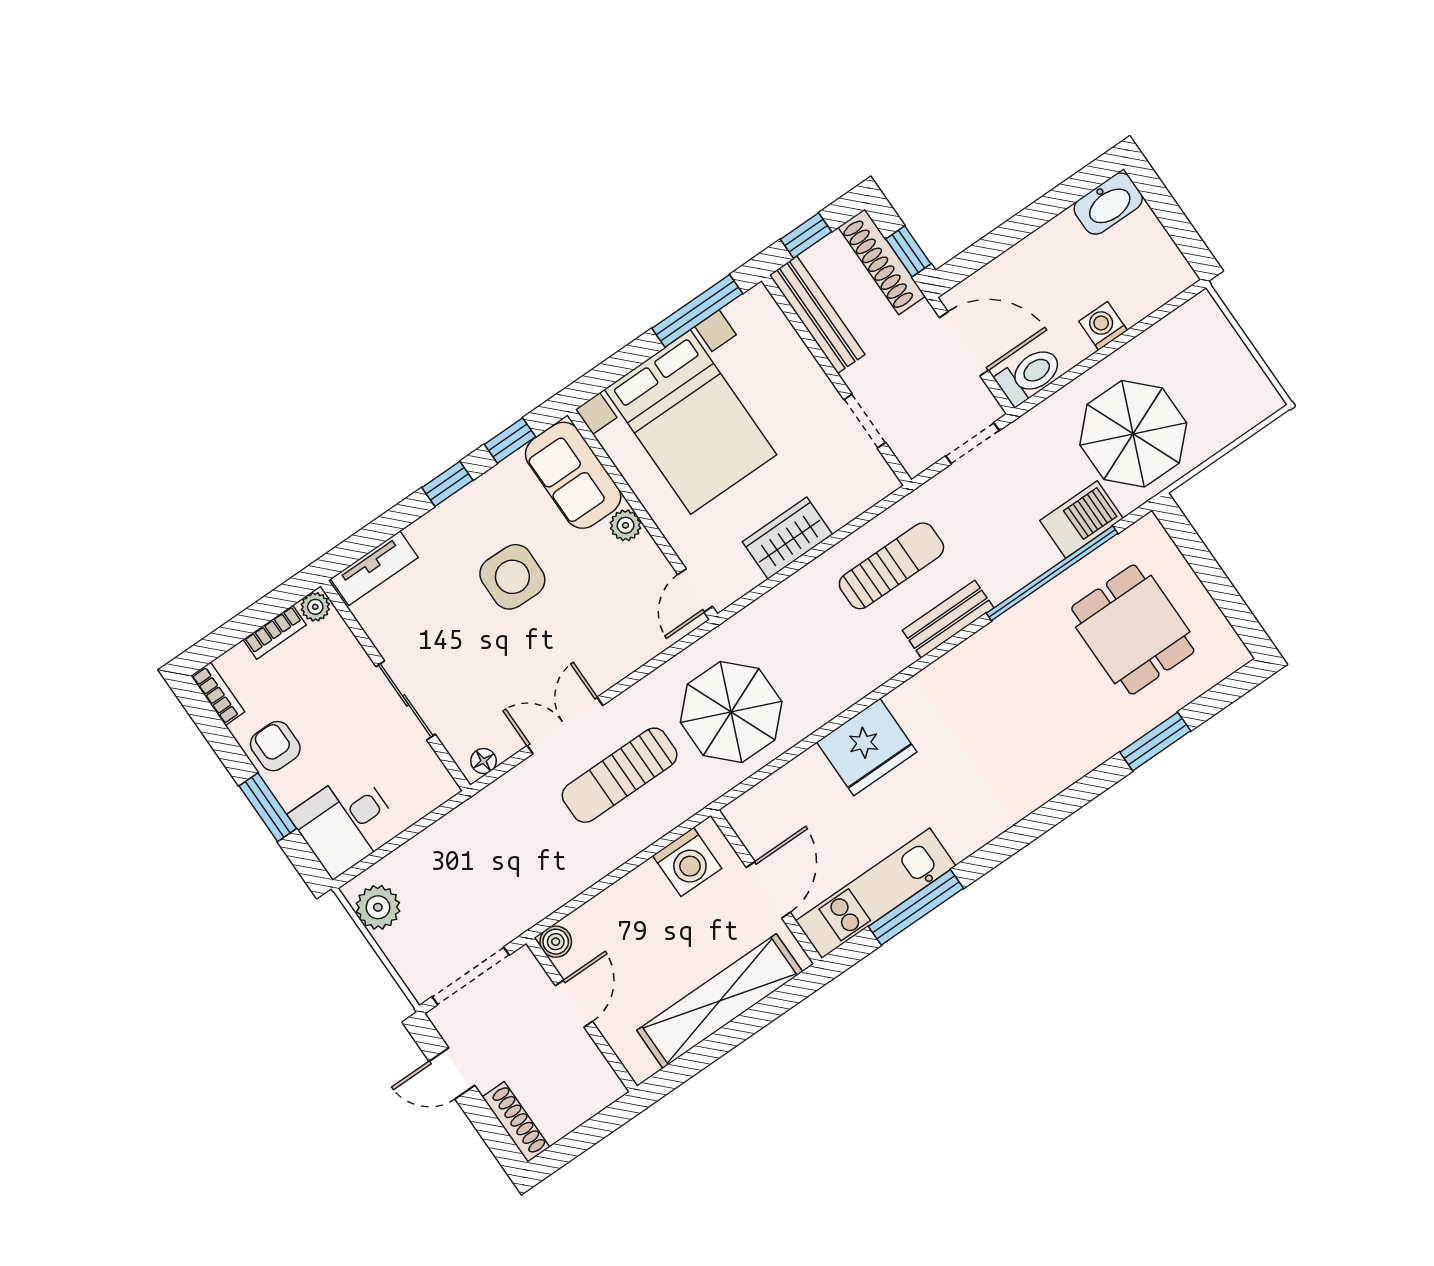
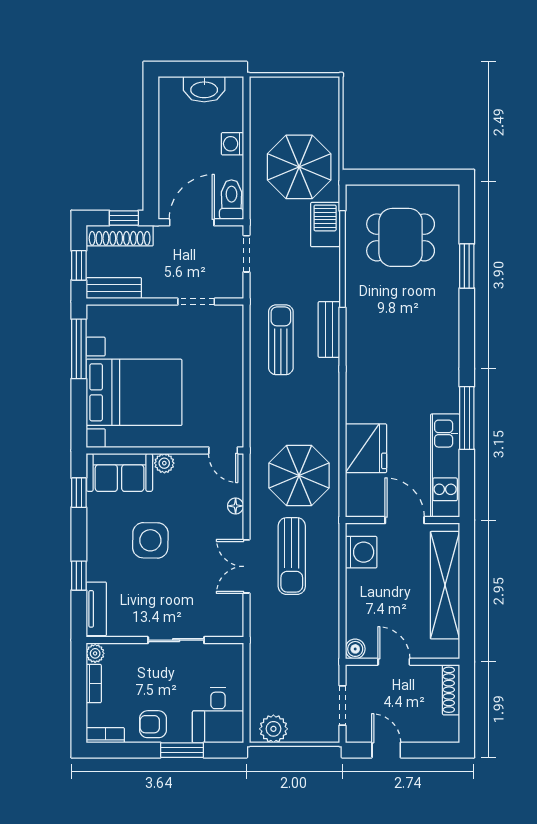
washbasin: (1108, 204) -> (204, 89), moved, turned 90
bench: (817, 315) -> (114, 288), width x0.73
window: (447, 484) -> (79, 576), moved
wardrobe: (787, 538) -> (229, 384), removed
fridge: (867, 747) -> (366, 448), moved
floor lamp: (484, 761) -> (236, 506), moved
window: (916, 907) -> (467, 418), moved
doorway: (471, 976) -> (342, 705), width x0.73
door: (452, 1073) -> (386, 750), swing flipped
shoe rack: (516, 1122) -> (451, 690), moved, turned -90

